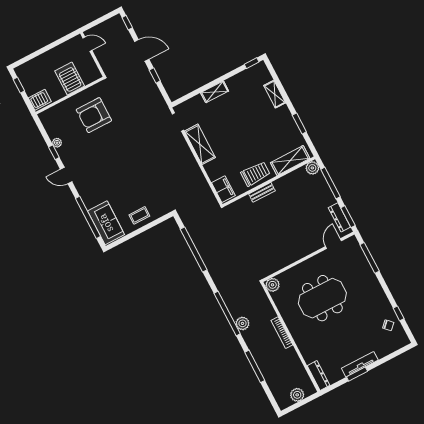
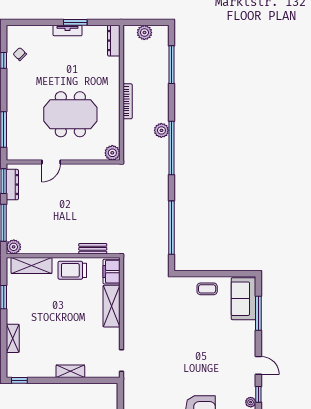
shelving: (200, 144) -> (111, 306), moved
bench: (262, 192) -> (93, 249), moved
window: (88, 217) -> (258, 313), width x0.68
door: (333, 244) -> (51, 162), moved
tv unit: (360, 364) -> (68, 31), width x0.71
window: (255, 366) -> (172, 65), moved

